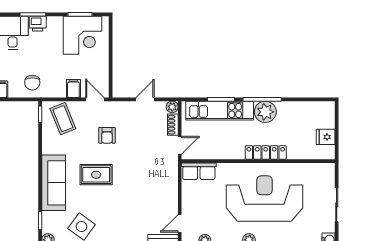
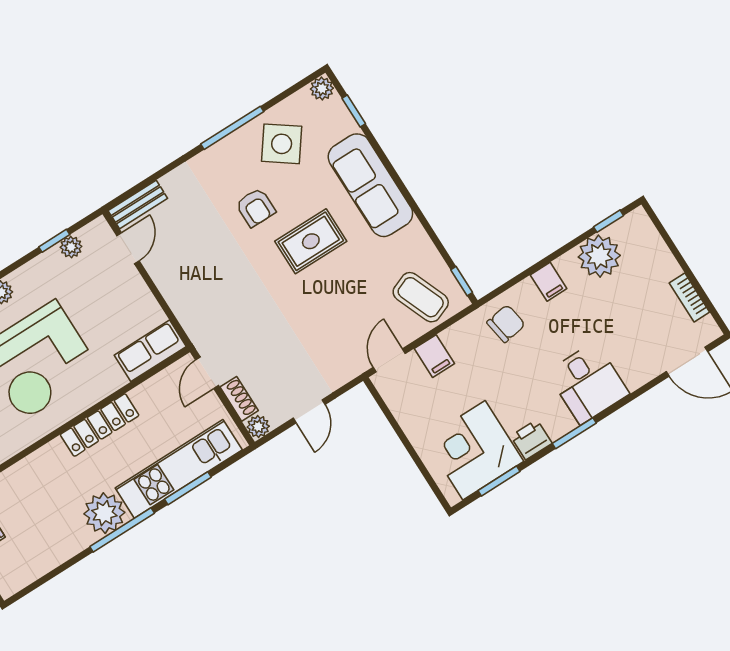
printer: (38, 24) -> (531, 440), moved
chair: (32, 83) -> (506, 324), turned 81
door: (95, 99) -> (389, 360), swing flipped
armchair: (107, 135) -> (256, 207), moved, turned 180
locker: (266, 153) -> (100, 425), moved

